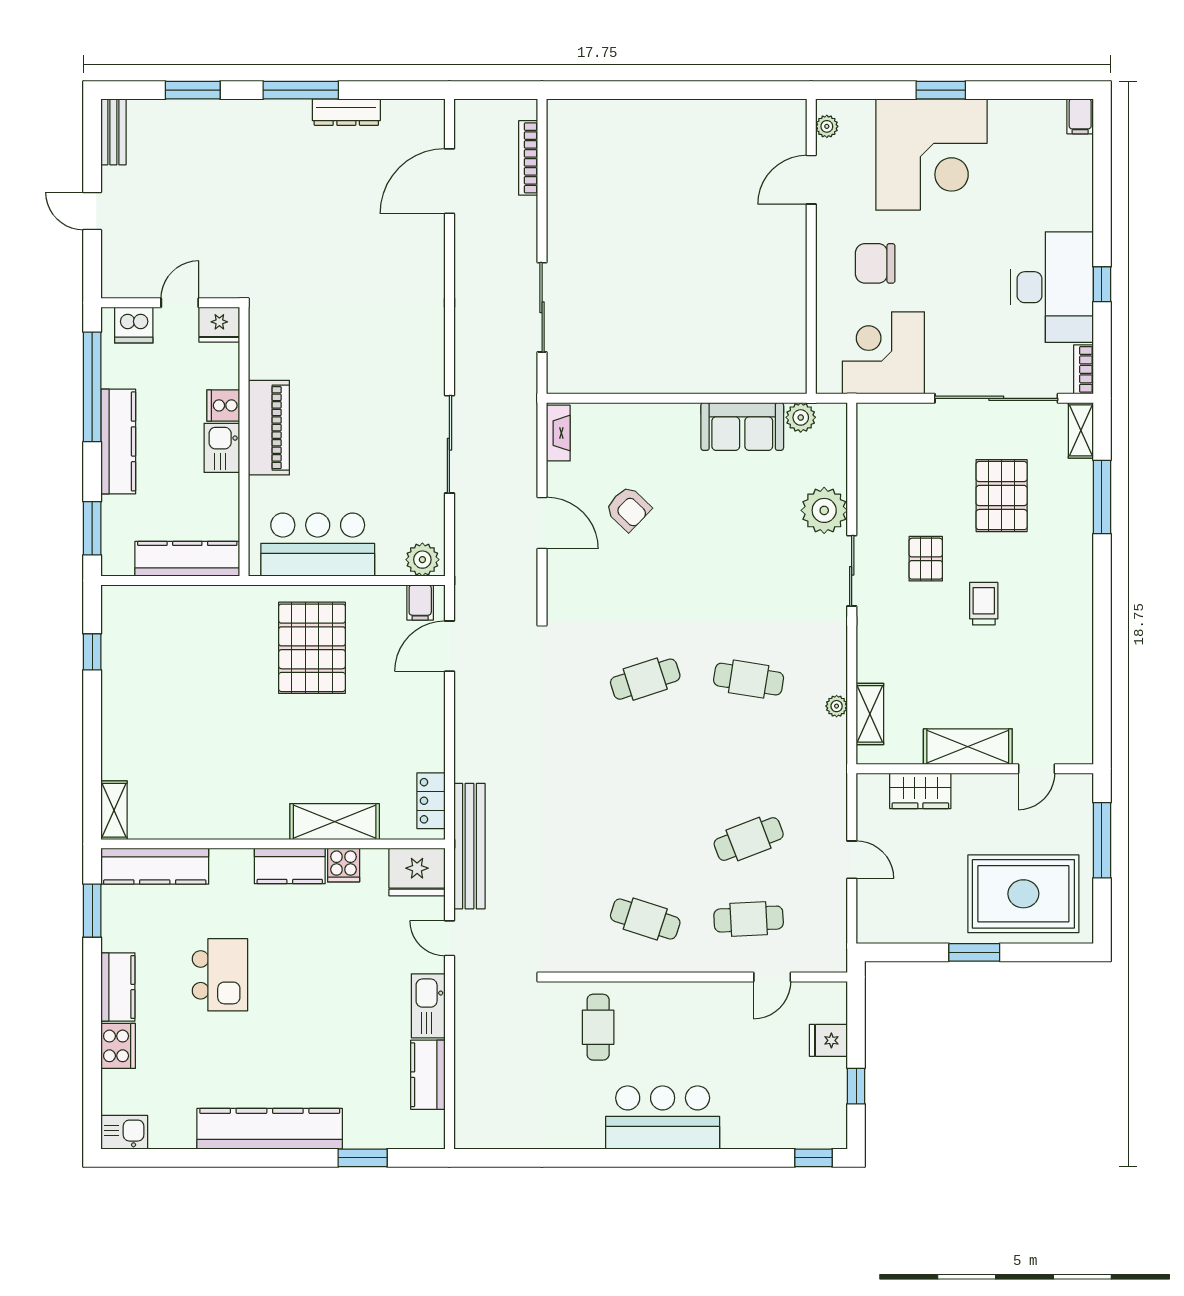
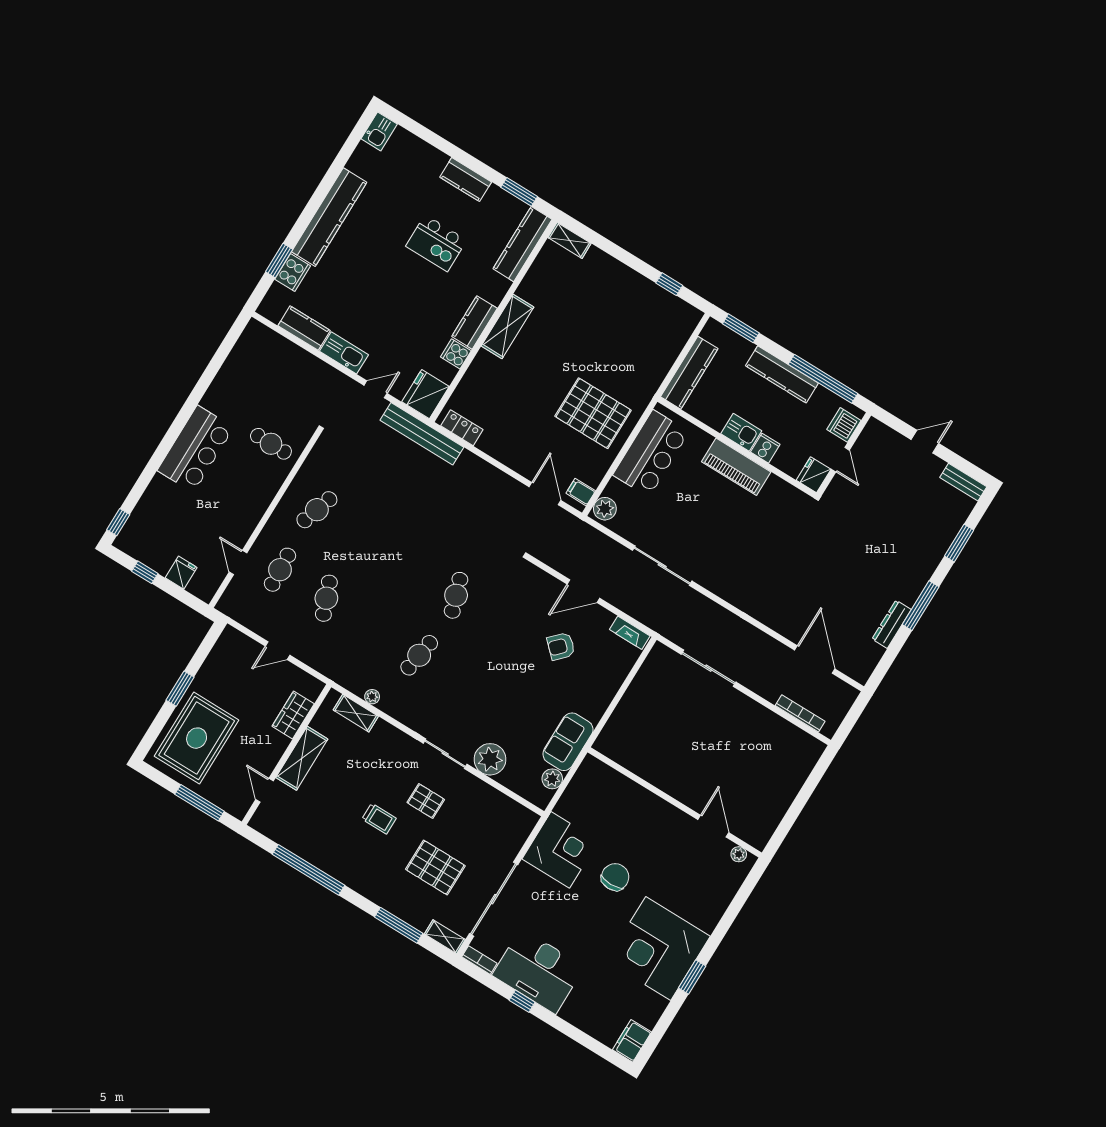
filing cabinet: (1080, 116) -> (632, 1041), width x2.00
plant: (827, 126) -> (739, 854), moved
door: (811, 180) -> (713, 826), moved
wall: (811, 246) -> (675, 802), moved
window: (1102, 652) -> (309, 870), added
shelving: (335, 822) -> (507, 326), moved
cooker: (118, 1046) -> (293, 273), moved, turned -90

